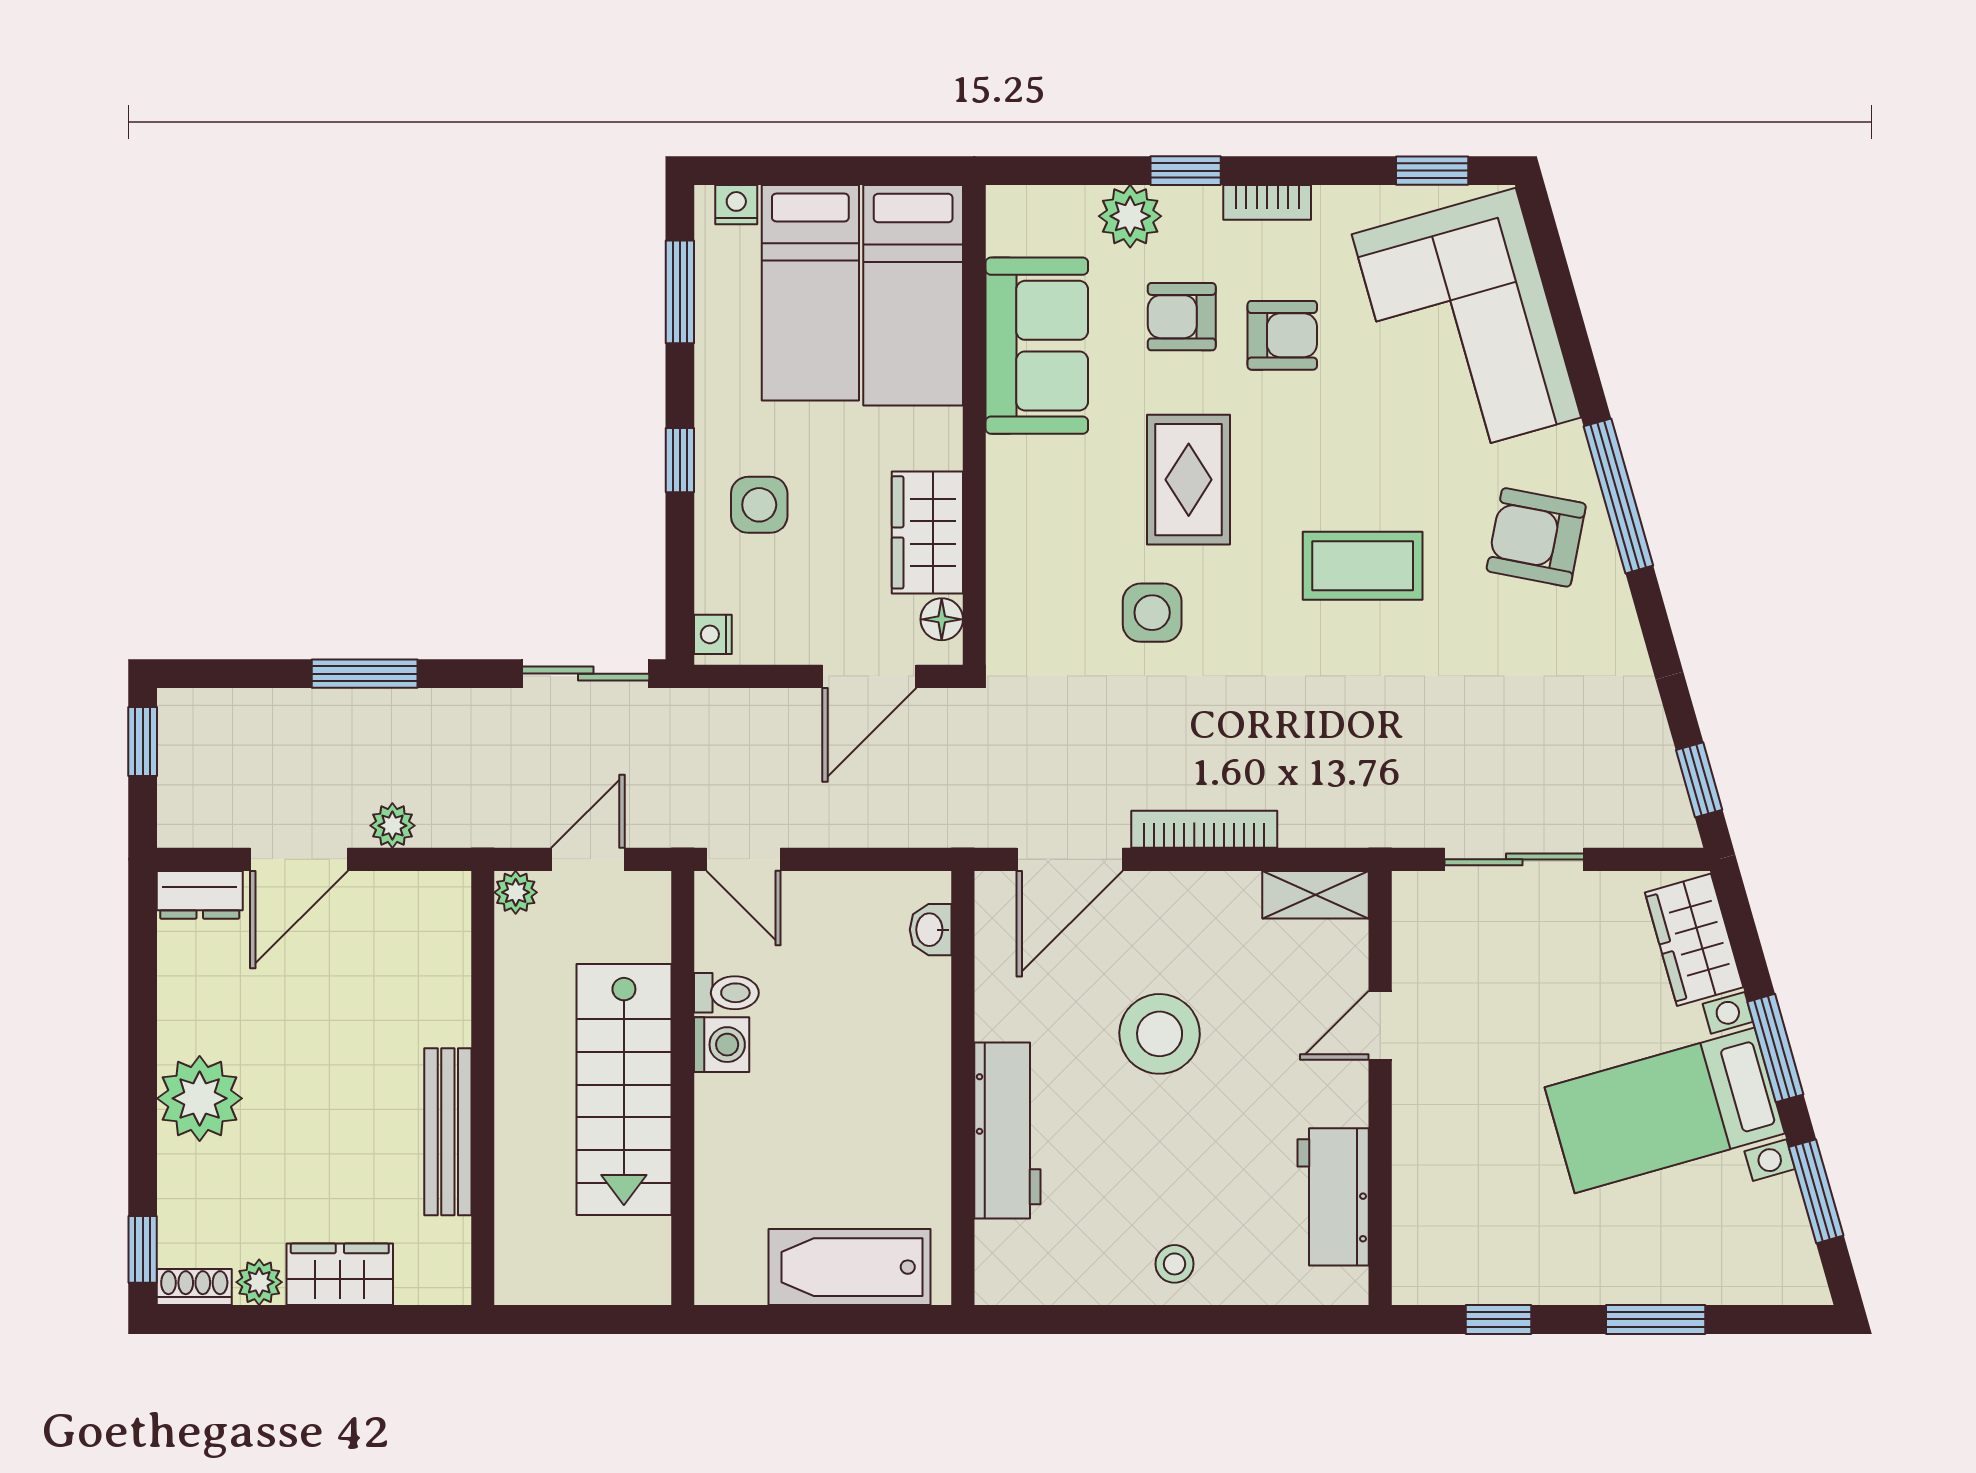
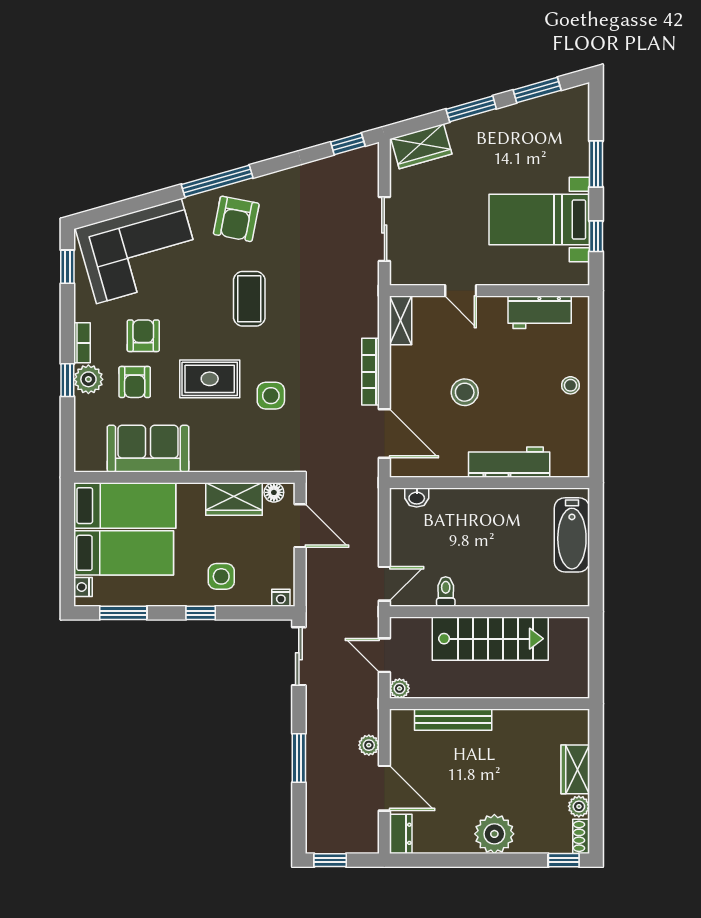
plant: (1130, 216) -> (88, 379), moved
stool: (1160, 1034) -> (465, 392), width x0.73, depth x0.73
washing machine: (722, 1045) -> (470, 594), removed
bed with nightstands: (1665, 1110) -> (539, 220), moved, turned 106
bench: (448, 1132) -> (453, 720), moved

